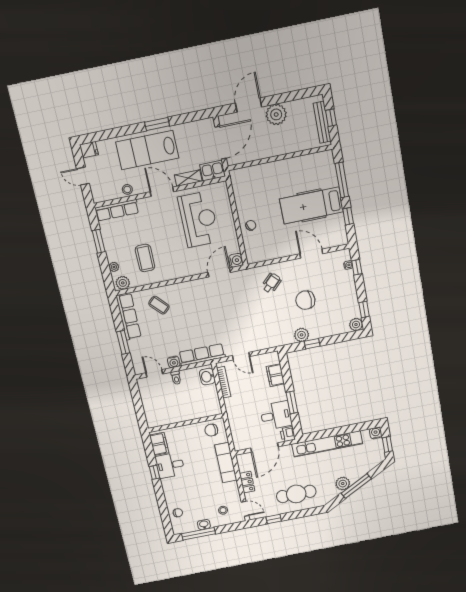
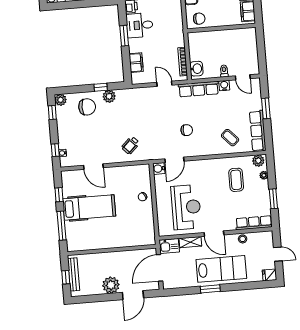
reception desk: (199, 219) -> (186, 207), turned 180
chair: (305, 300) -> (87, 107), moved
chair: (209, 308) -> (187, 130), added

